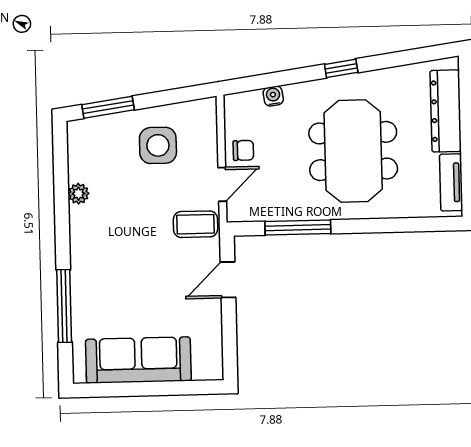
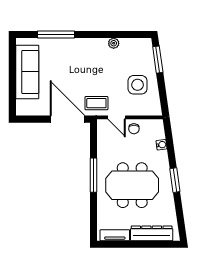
window: (341, 68) -> (175, 180), width x1.50
coffee table: (196, 224) -> (96, 103), turned 90
window: (298, 227) -> (94, 175), moved
door: (228, 280) -> (67, 119), width x1.87

